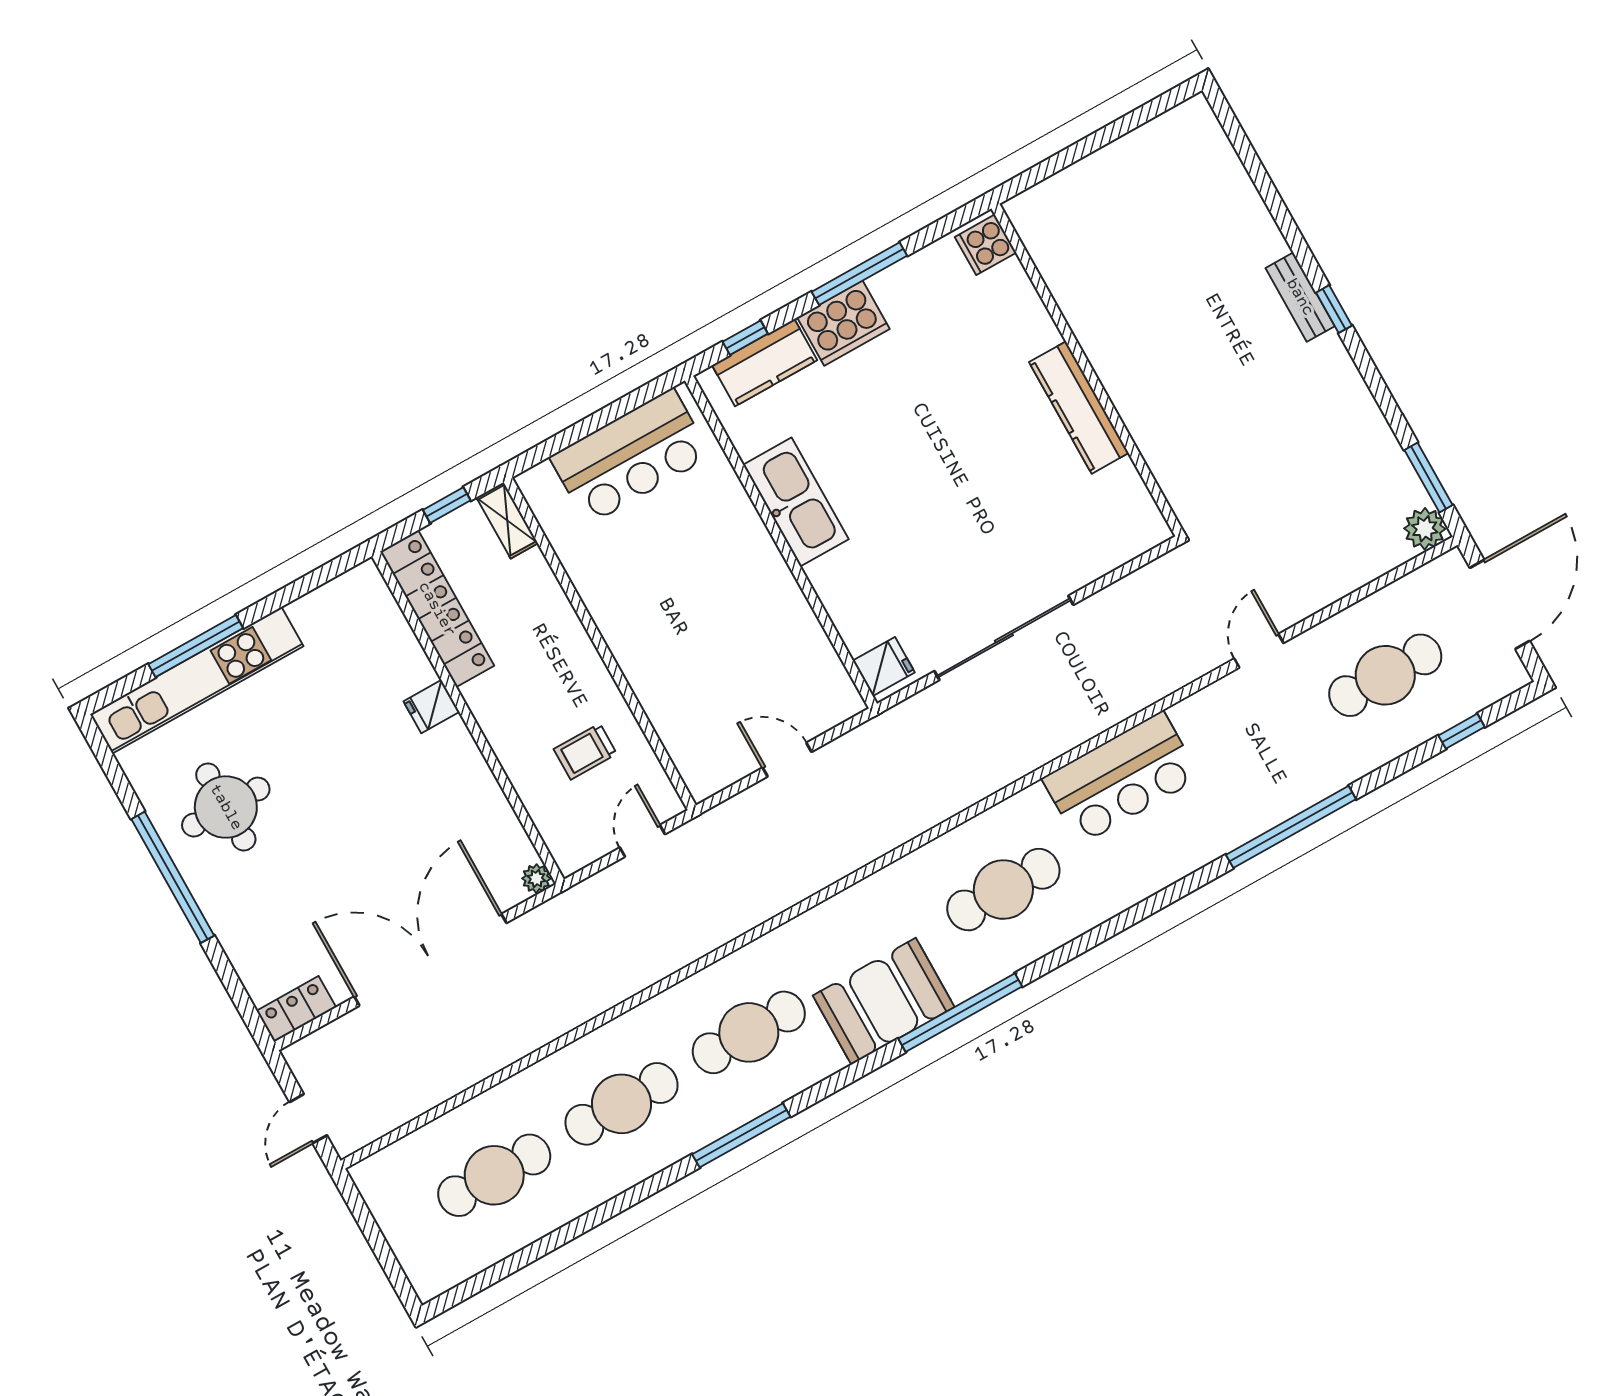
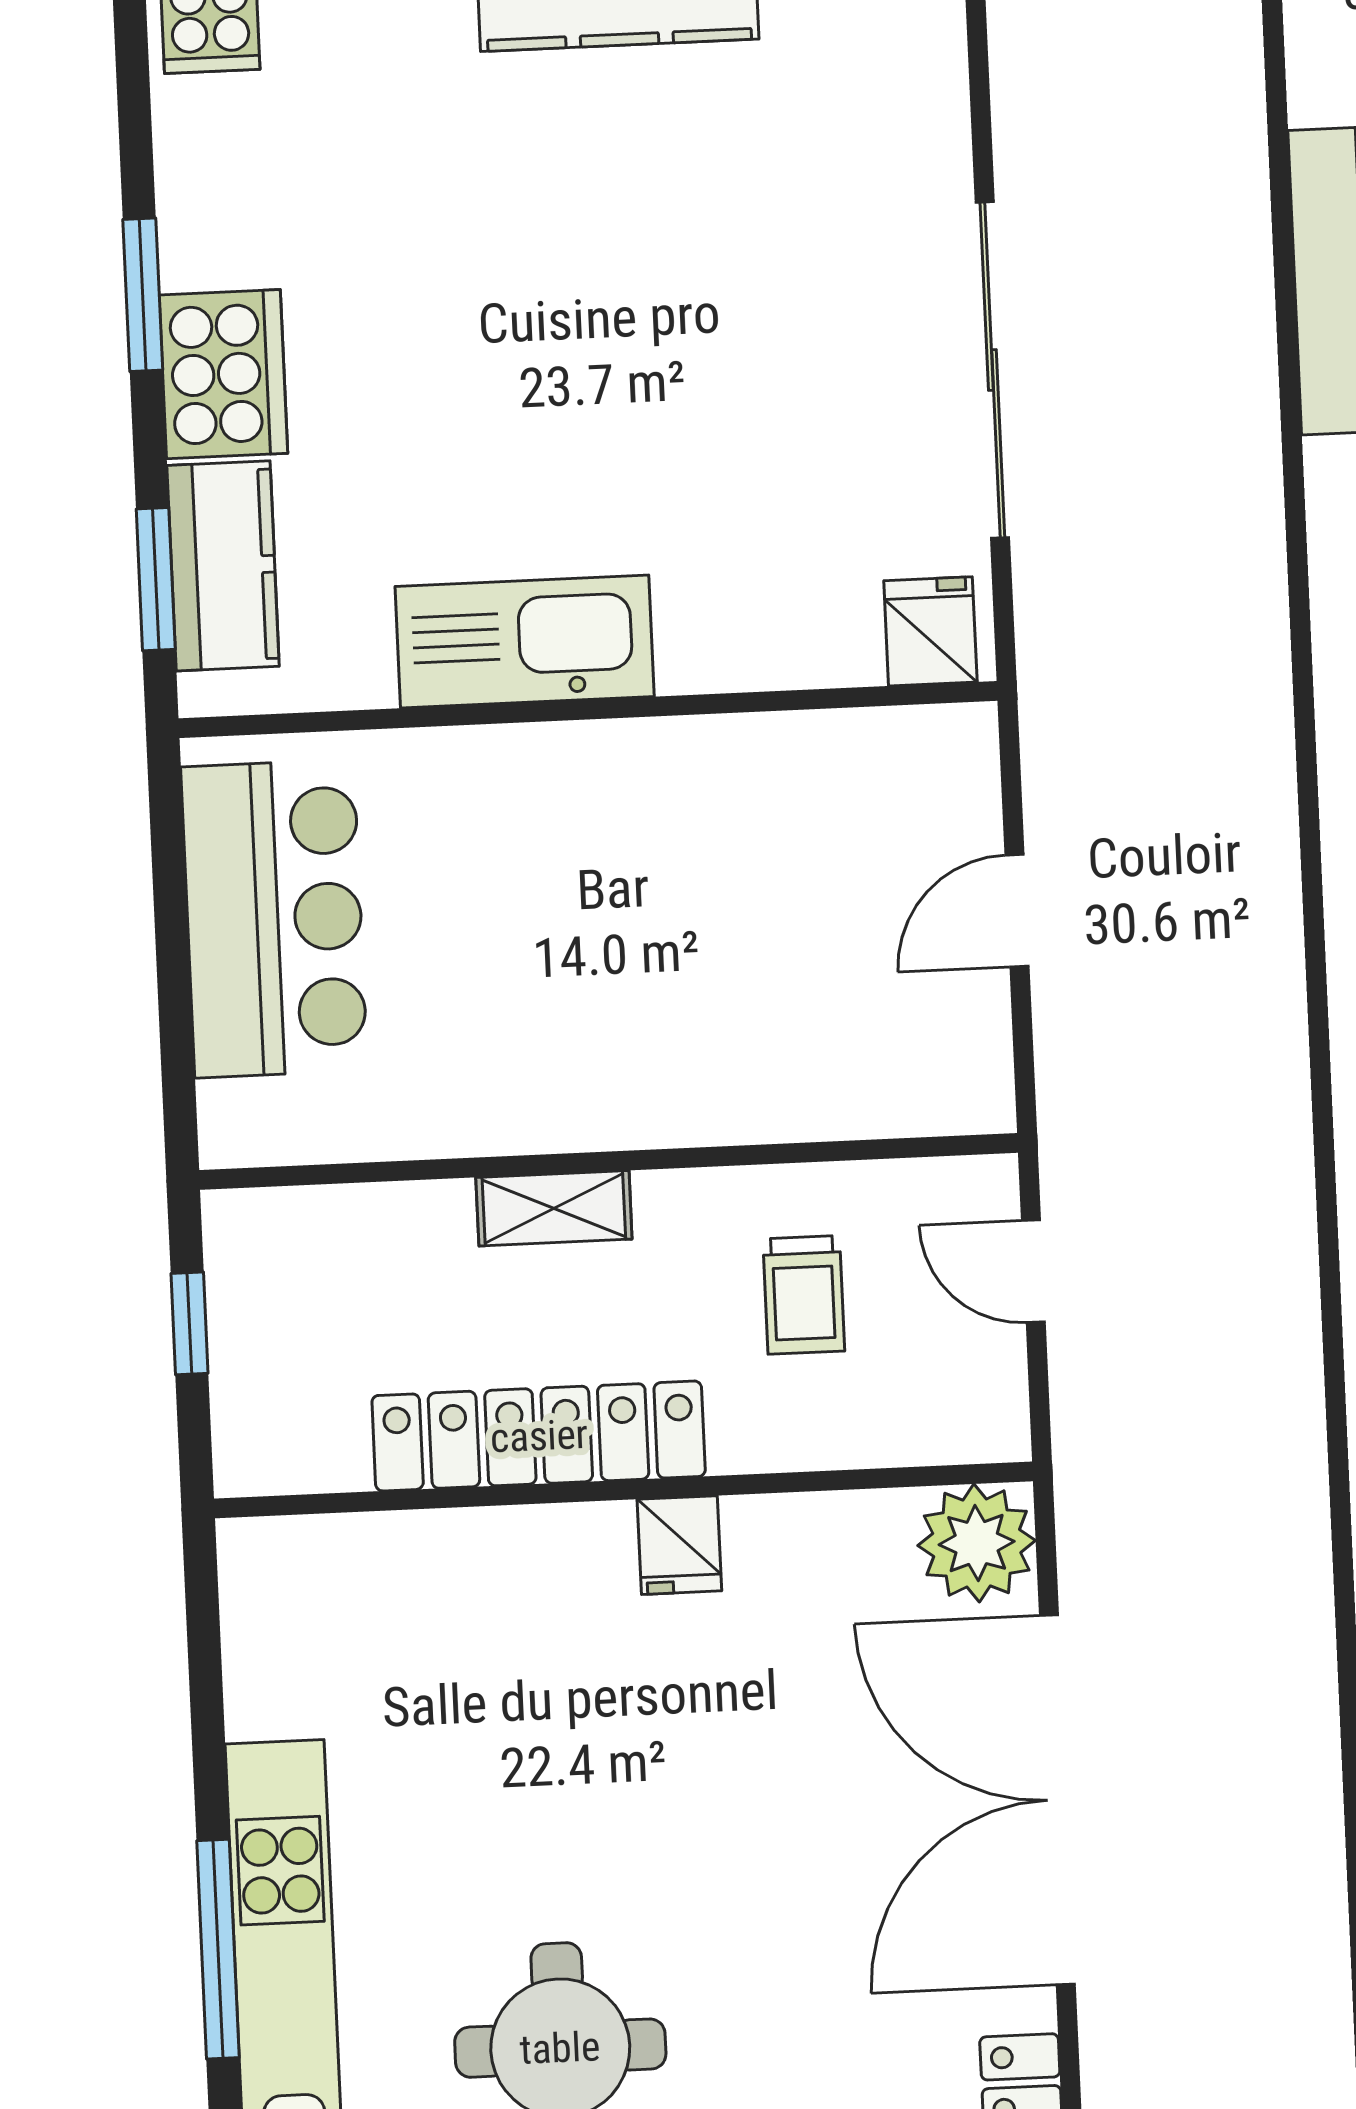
window: (859, 274) -> (143, 295), width x0.69
window: (745, 338) -> (156, 579), width x1.50
shelving: (507, 520) -> (554, 1208), moved
locker: (437, 609) -> (539, 1436), moved
fridge: (431, 707) -> (679, 1545), moved
plant: (536, 879) -> (977, 1543), width x1.87, depth x1.87

